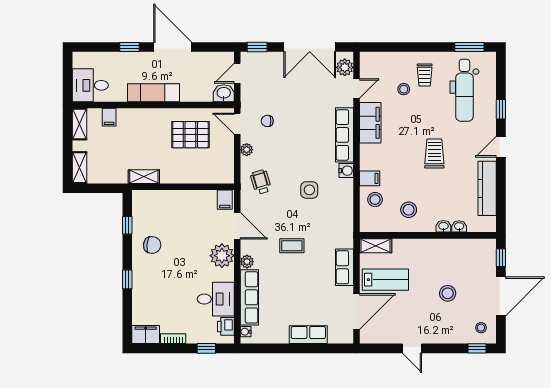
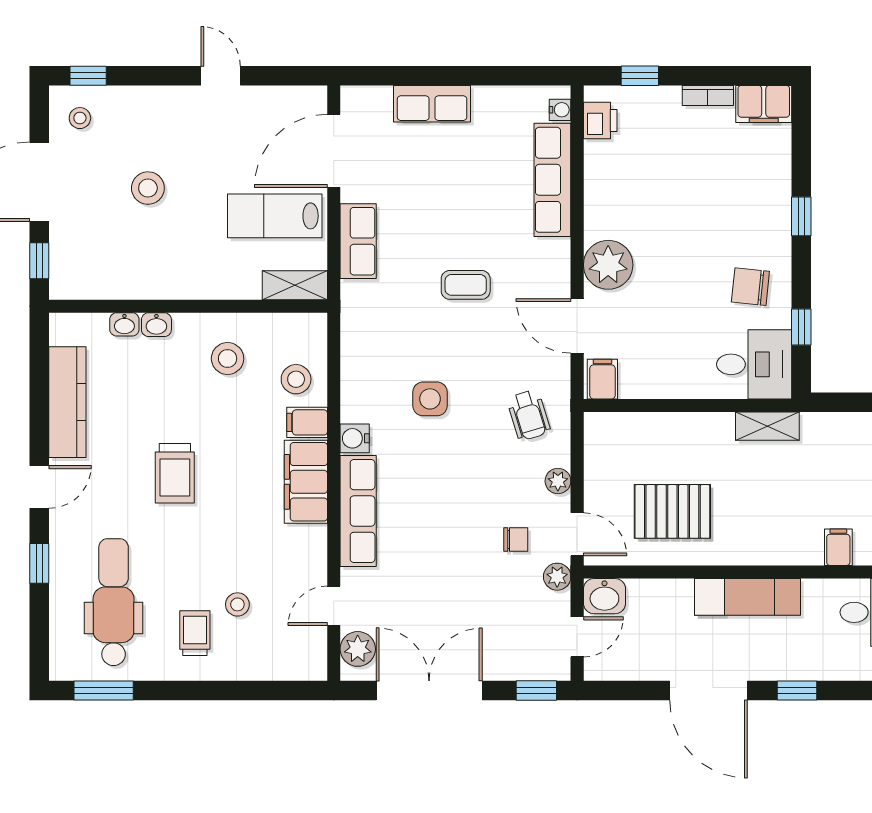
filing cabinet: (370, 123) -> (306, 482), moved
plant: (247, 262) -> (557, 577), moved
desk: (216, 299) -> (754, 364), moved, turned 180

